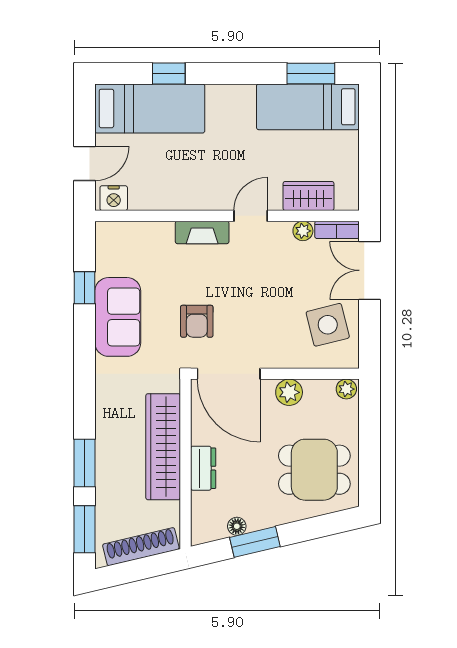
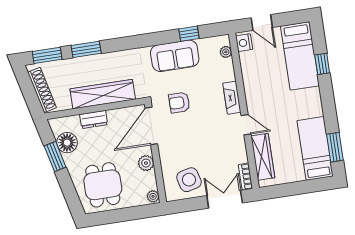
wardrobe: (308, 196) -> (263, 157), width x1.50
plant: (303, 231) -> (226, 52), moved
floor lamp: (237, 526) -> (67, 143), width x1.89, depth x1.89

